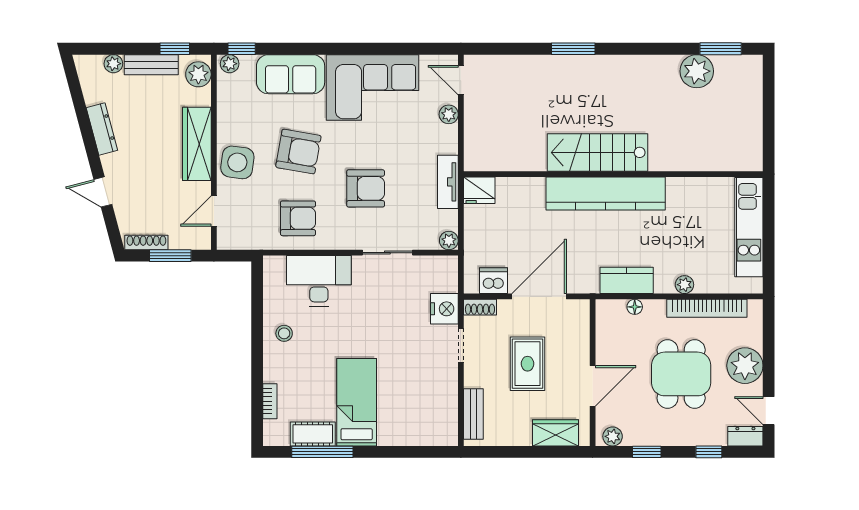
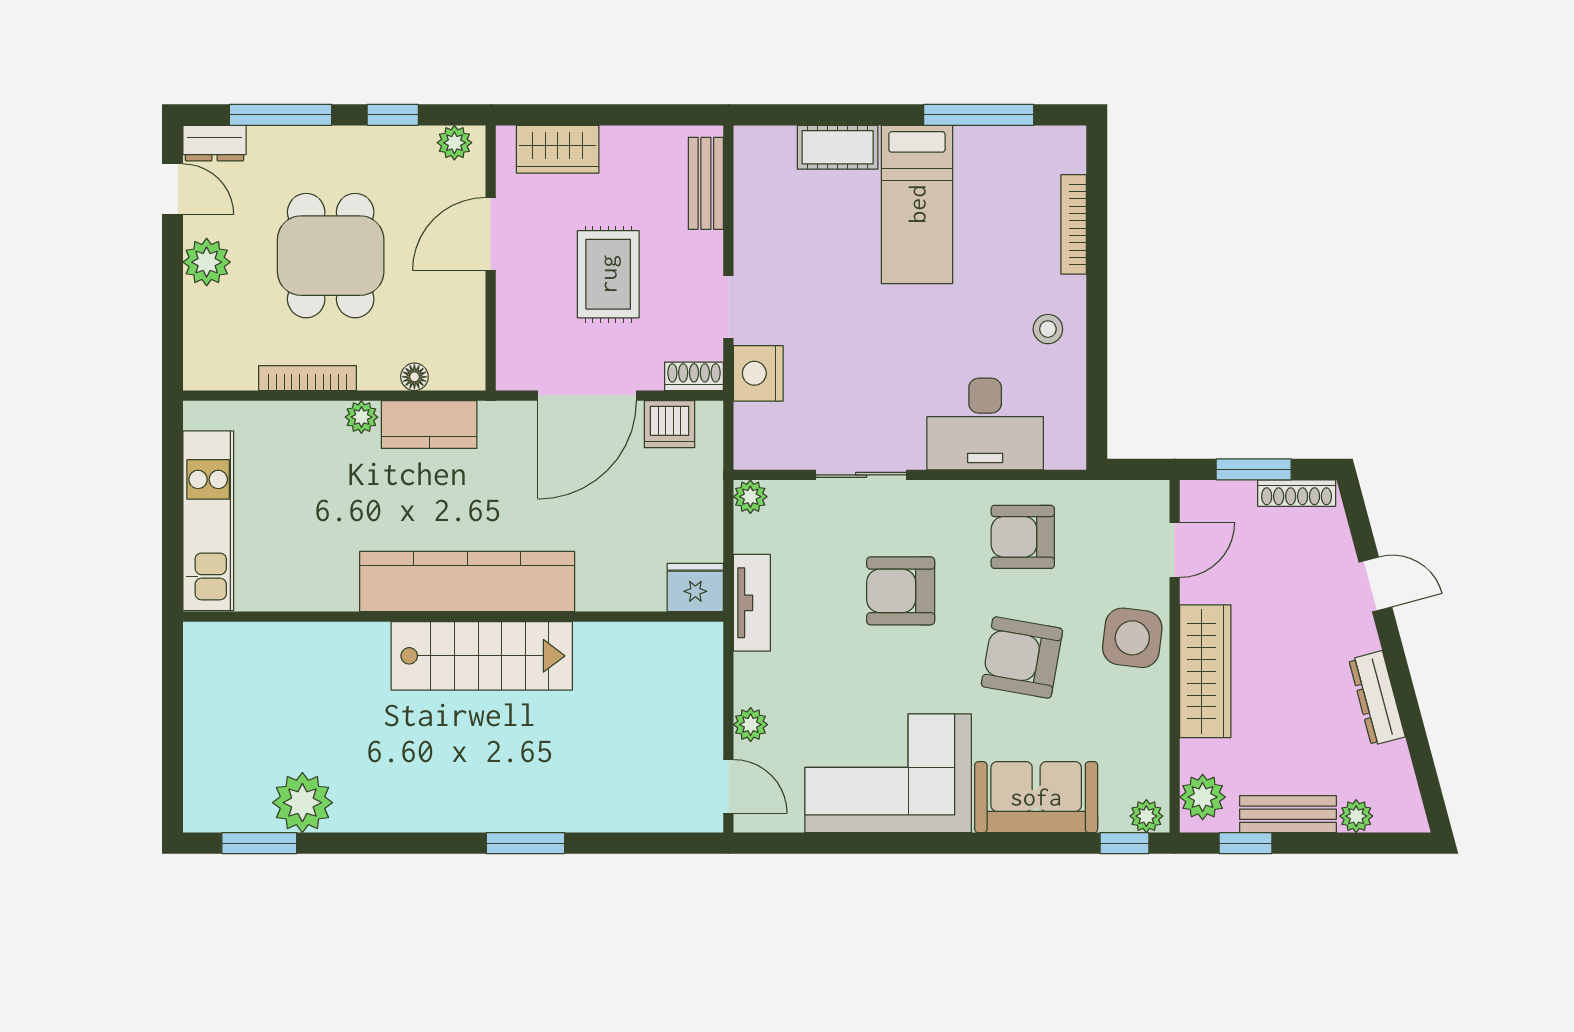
plant: (684, 285) -> (361, 417), moved
bookcase: (707, 308) -> (307, 378), width x0.68, depth x0.76
plant: (745, 366) -> (207, 262), width x0.73, depth x0.73
bookcase: (270, 401) -> (1074, 224), width x1.56
cot: (313, 434) -> (838, 147), moved
window: (709, 452) -> (280, 115), width x2.17

